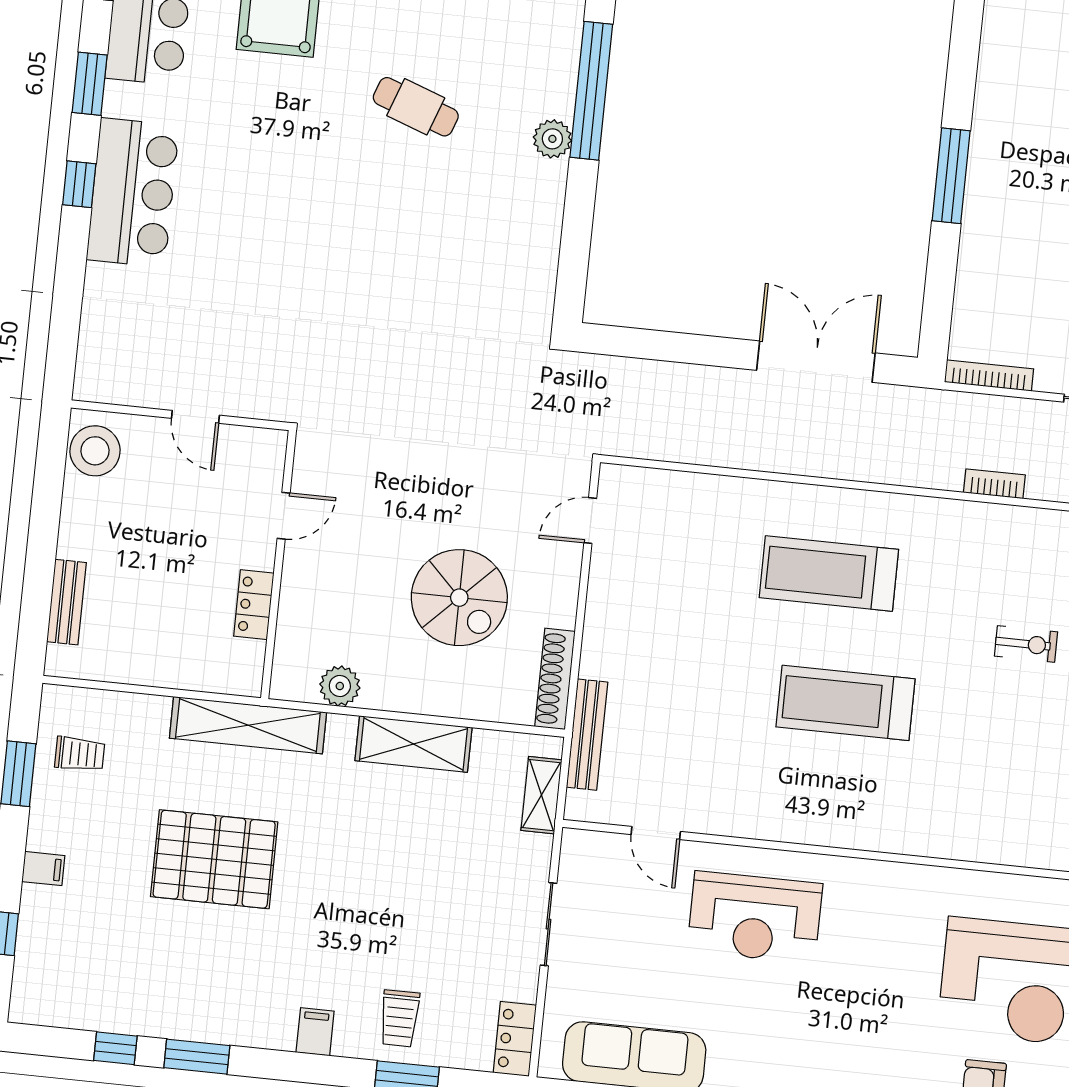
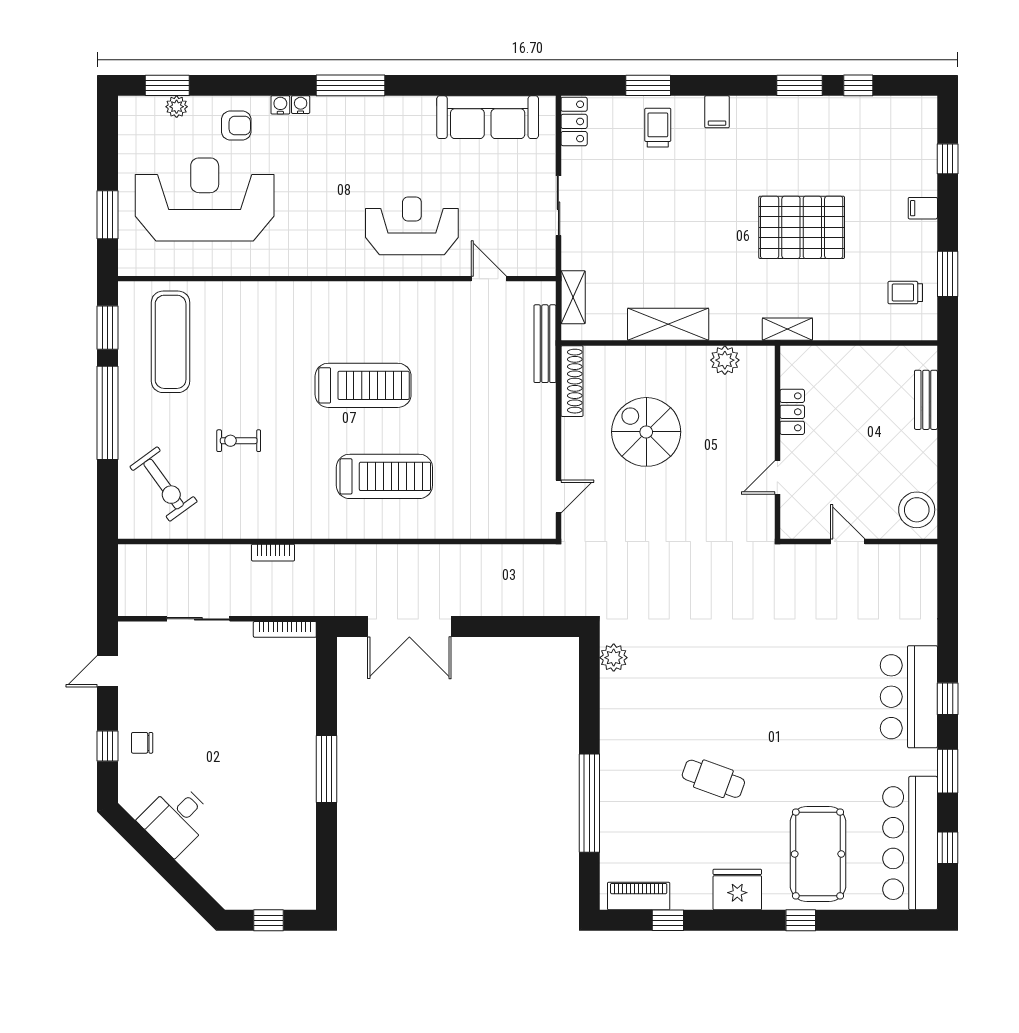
plant: (552, 139) -> (614, 658), moved
shelving: (248, 725) -> (787, 329), width x0.45, depth x0.75

